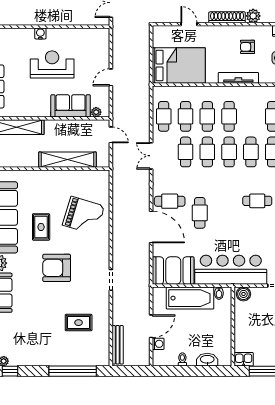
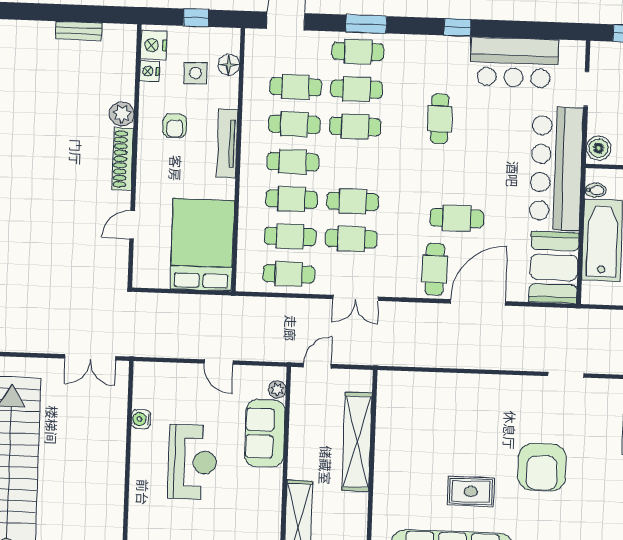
water cooler: (40, 33) -> (141, 419), moved
reception desk: (52, 64) -> (193, 462), turned 180
cafe table: (229, 152) -> (294, 124), moved
grand piano: (83, 216) -> (454, 418), removed

